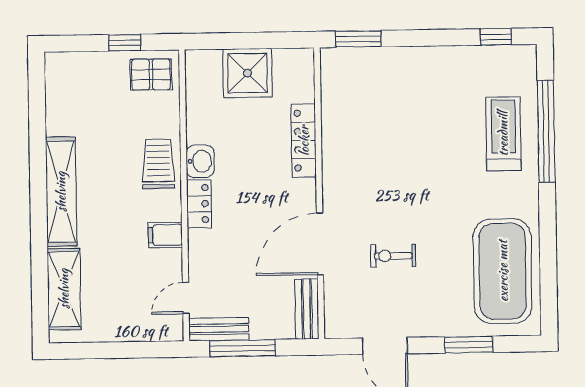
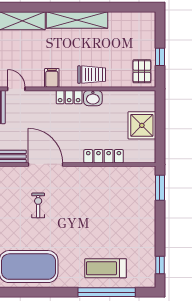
treadmill: (503, 134) -> (106, 268), turned 180

